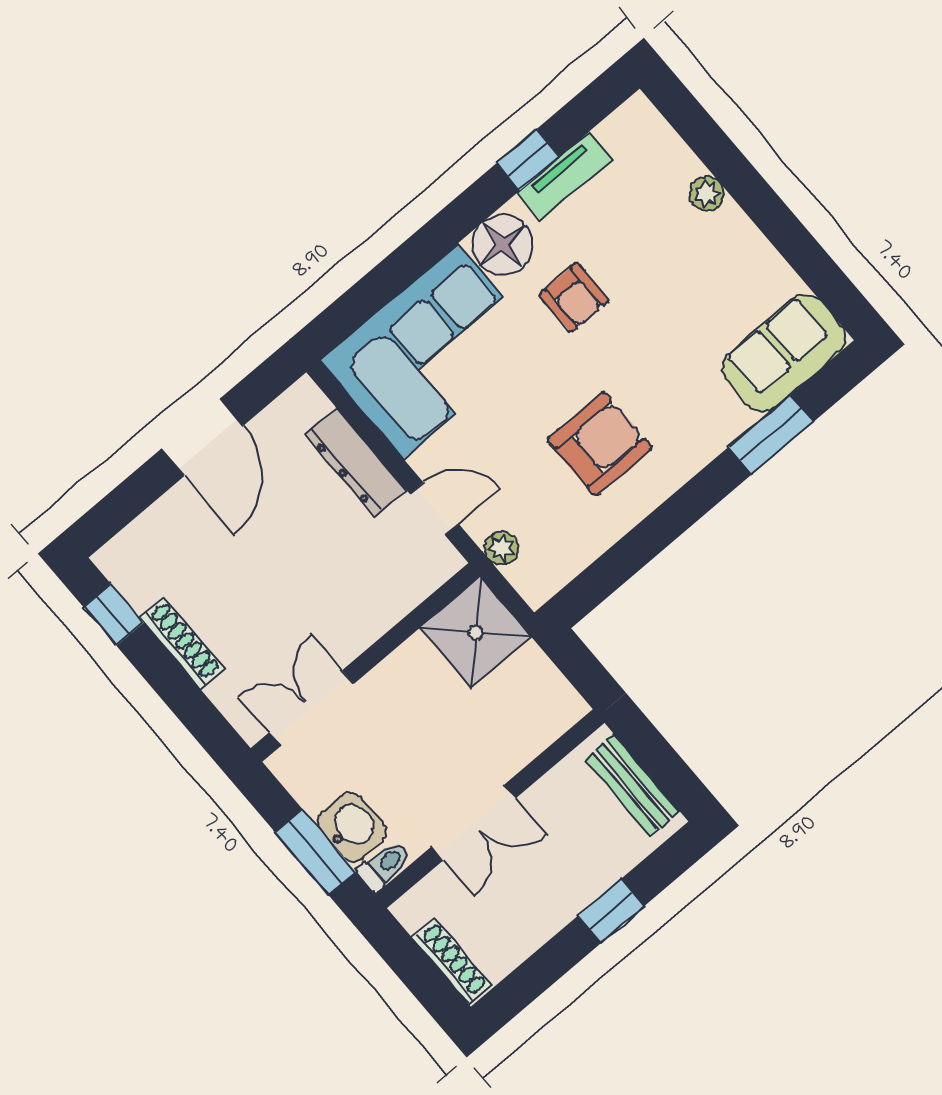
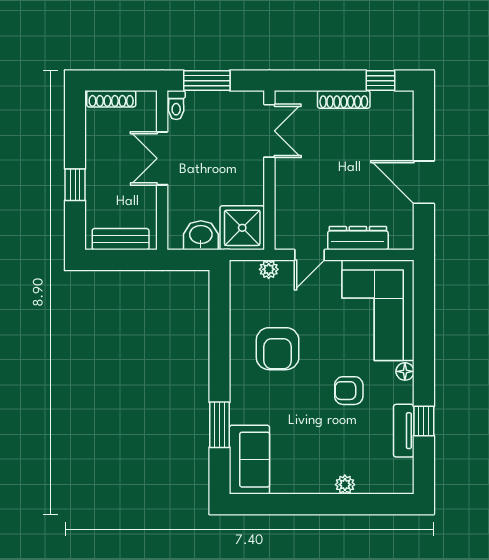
floor lamp: (502, 245) -> (405, 371), width x0.53, depth x0.53
washbasin: (352, 827) -> (201, 235), moved, turned 180

